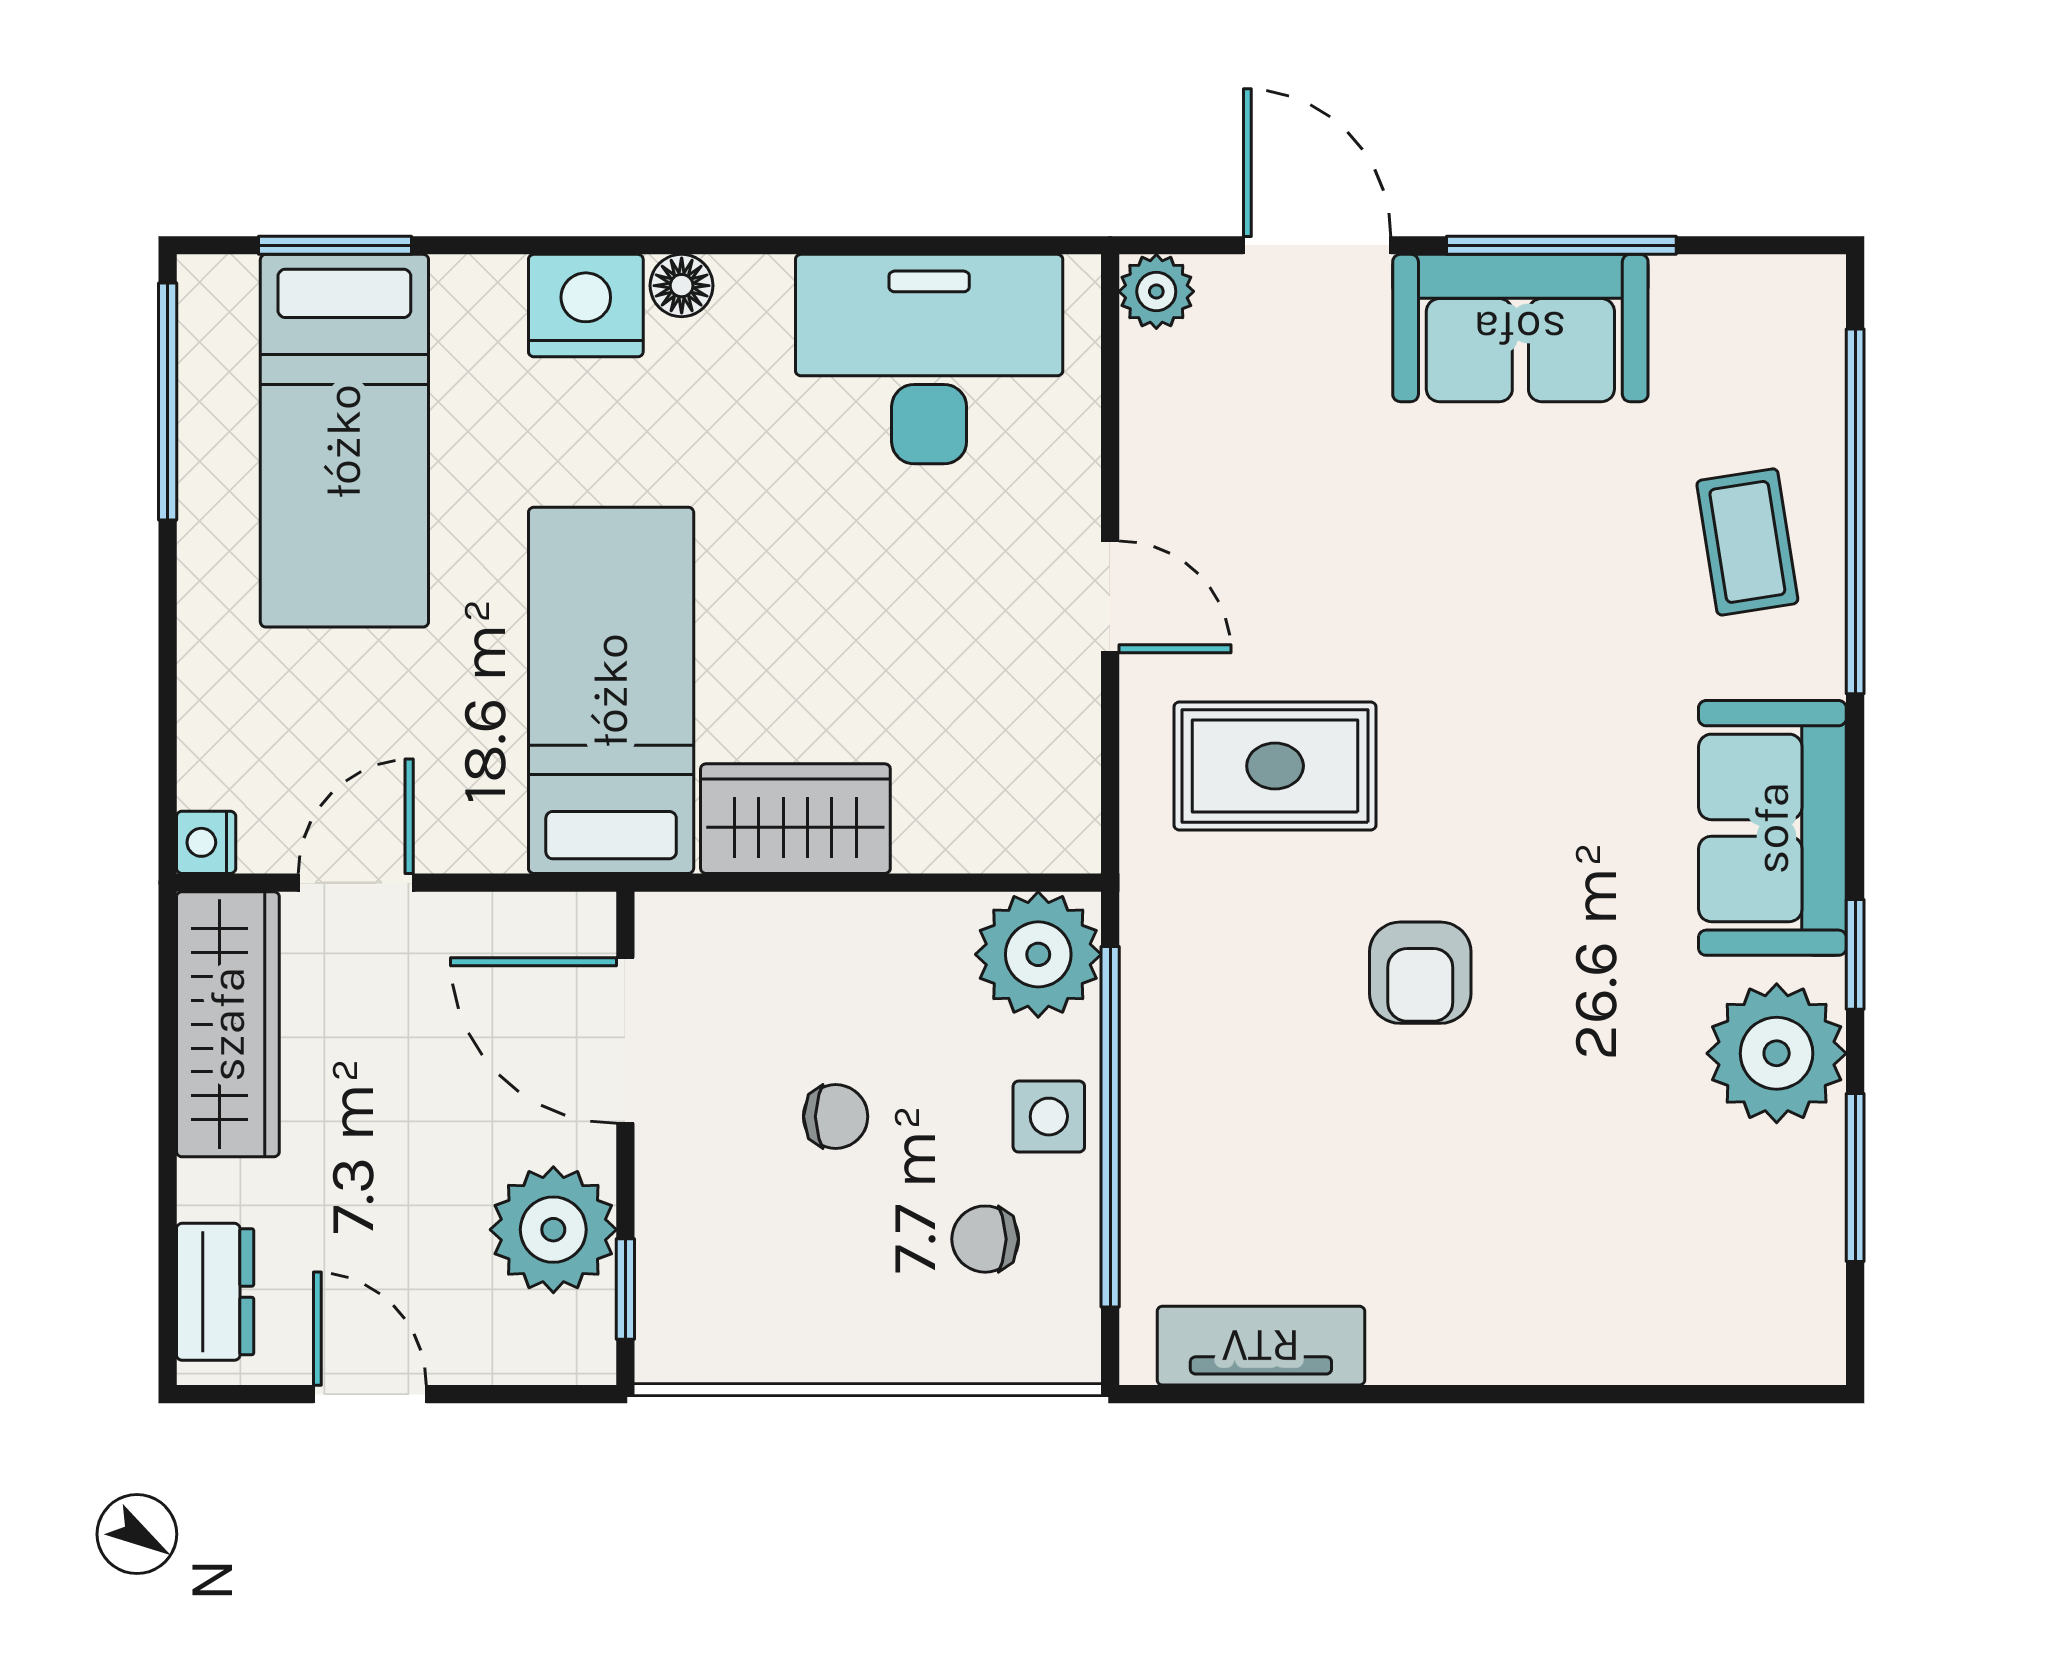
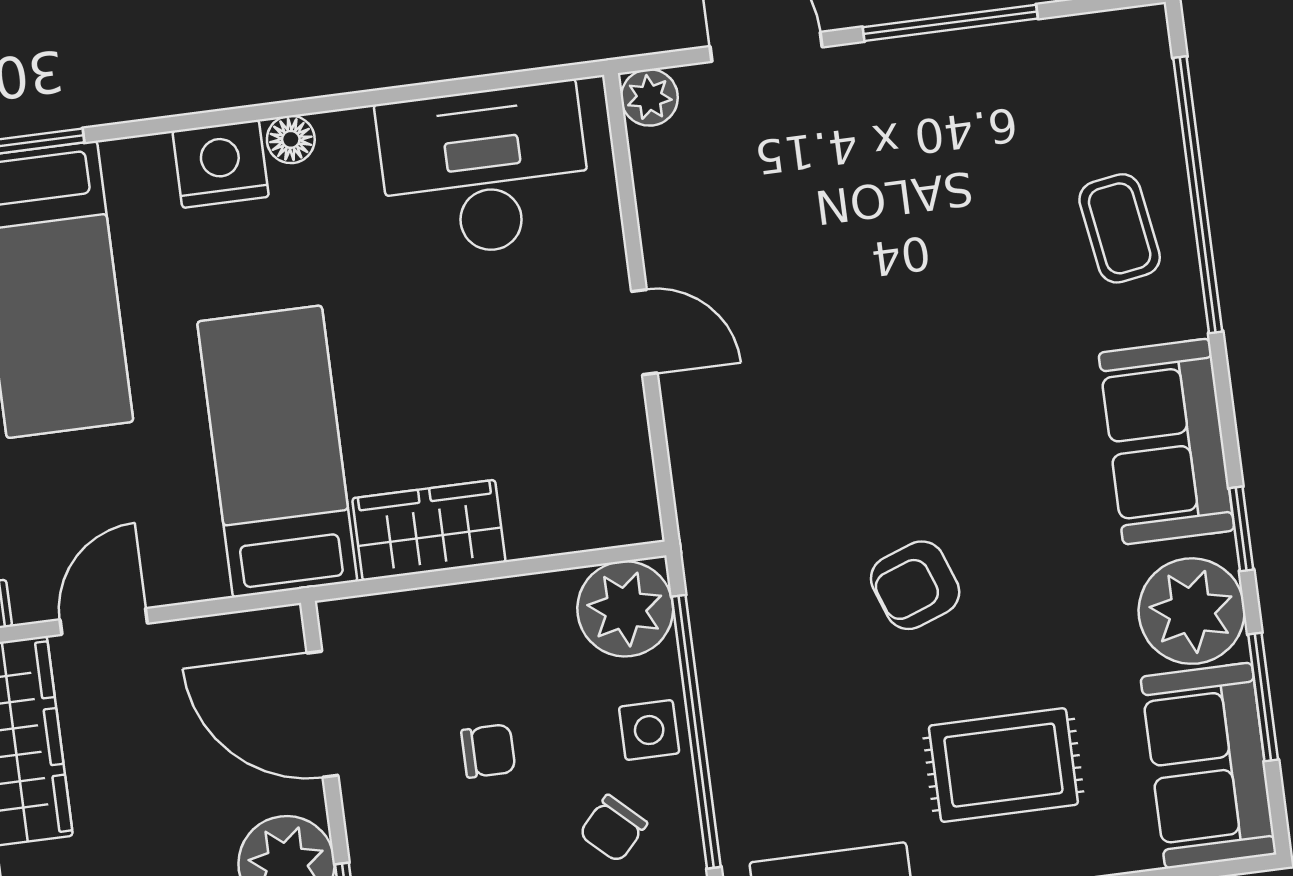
sofa: (1520, 328) -> (1208, 766), moved, turned 90
rug: (1275, 766) -> (1003, 765), moved
armchair: (1420, 973) -> (915, 585), turned 70
chair: (985, 1239) -> (613, 829), turned -47

